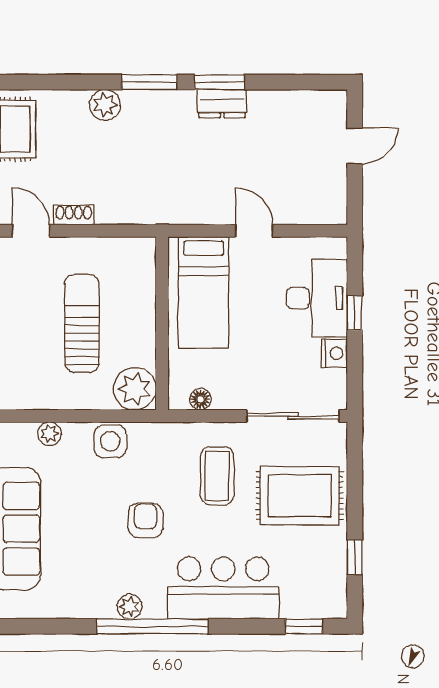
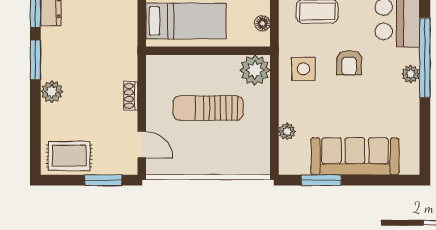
shoe rack: (74, 215) -> (131, 96), moved
door: (31, 231) -> (142, 145), swing flipped
side table: (110, 441) -> (304, 69), moved
armchair: (145, 520) -> (349, 63), turned -90

